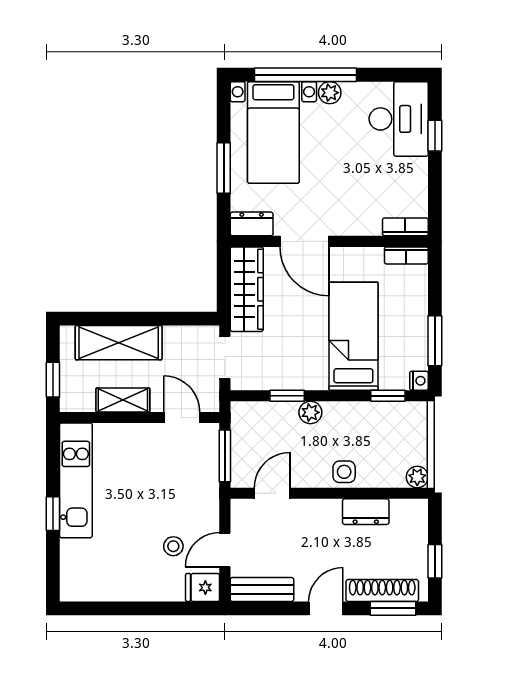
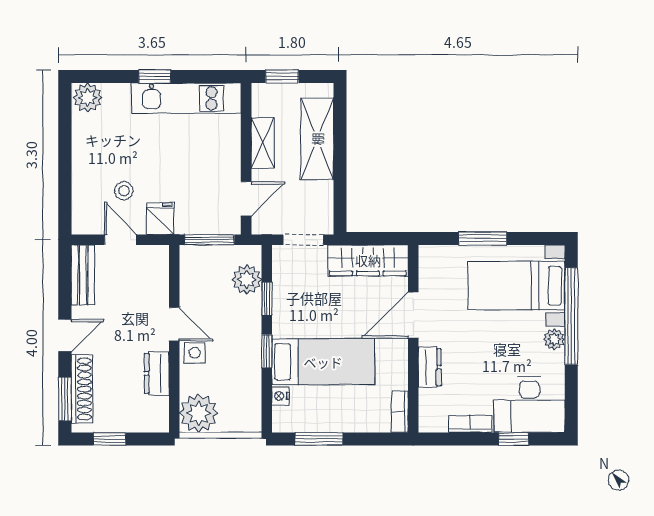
dresser: (252, 224) -> (430, 367), moved
bookcase: (405, 227) -> (470, 424), moved, turned -90
nightstand: (419, 381) -> (280, 396), moved, turned 90
window: (388, 396) -> (267, 351), moved
plant: (310, 412) -> (247, 279), moved, width x1.38, depth x1.38
plant: (417, 477) -> (199, 413), width x1.88, depth x1.88
door: (272, 493) -> (174, 324), moved
plant: (75, 584) -> (88, 98), added
fridge: (203, 587) -> (160, 219), moved
door: (326, 608) -> (65, 335), hinge flipped

